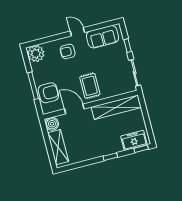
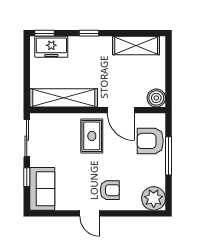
sofa: (103, 37) -> (42, 189), moved, turned 90
shelving: (58, 147) -> (136, 46), moved, turned 90

